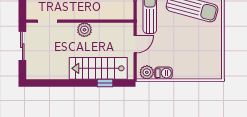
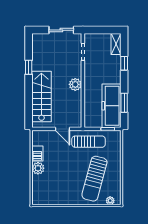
plant: (147, 72) -> (38, 168), moved
window: (105, 83) -> (29, 67), moved

